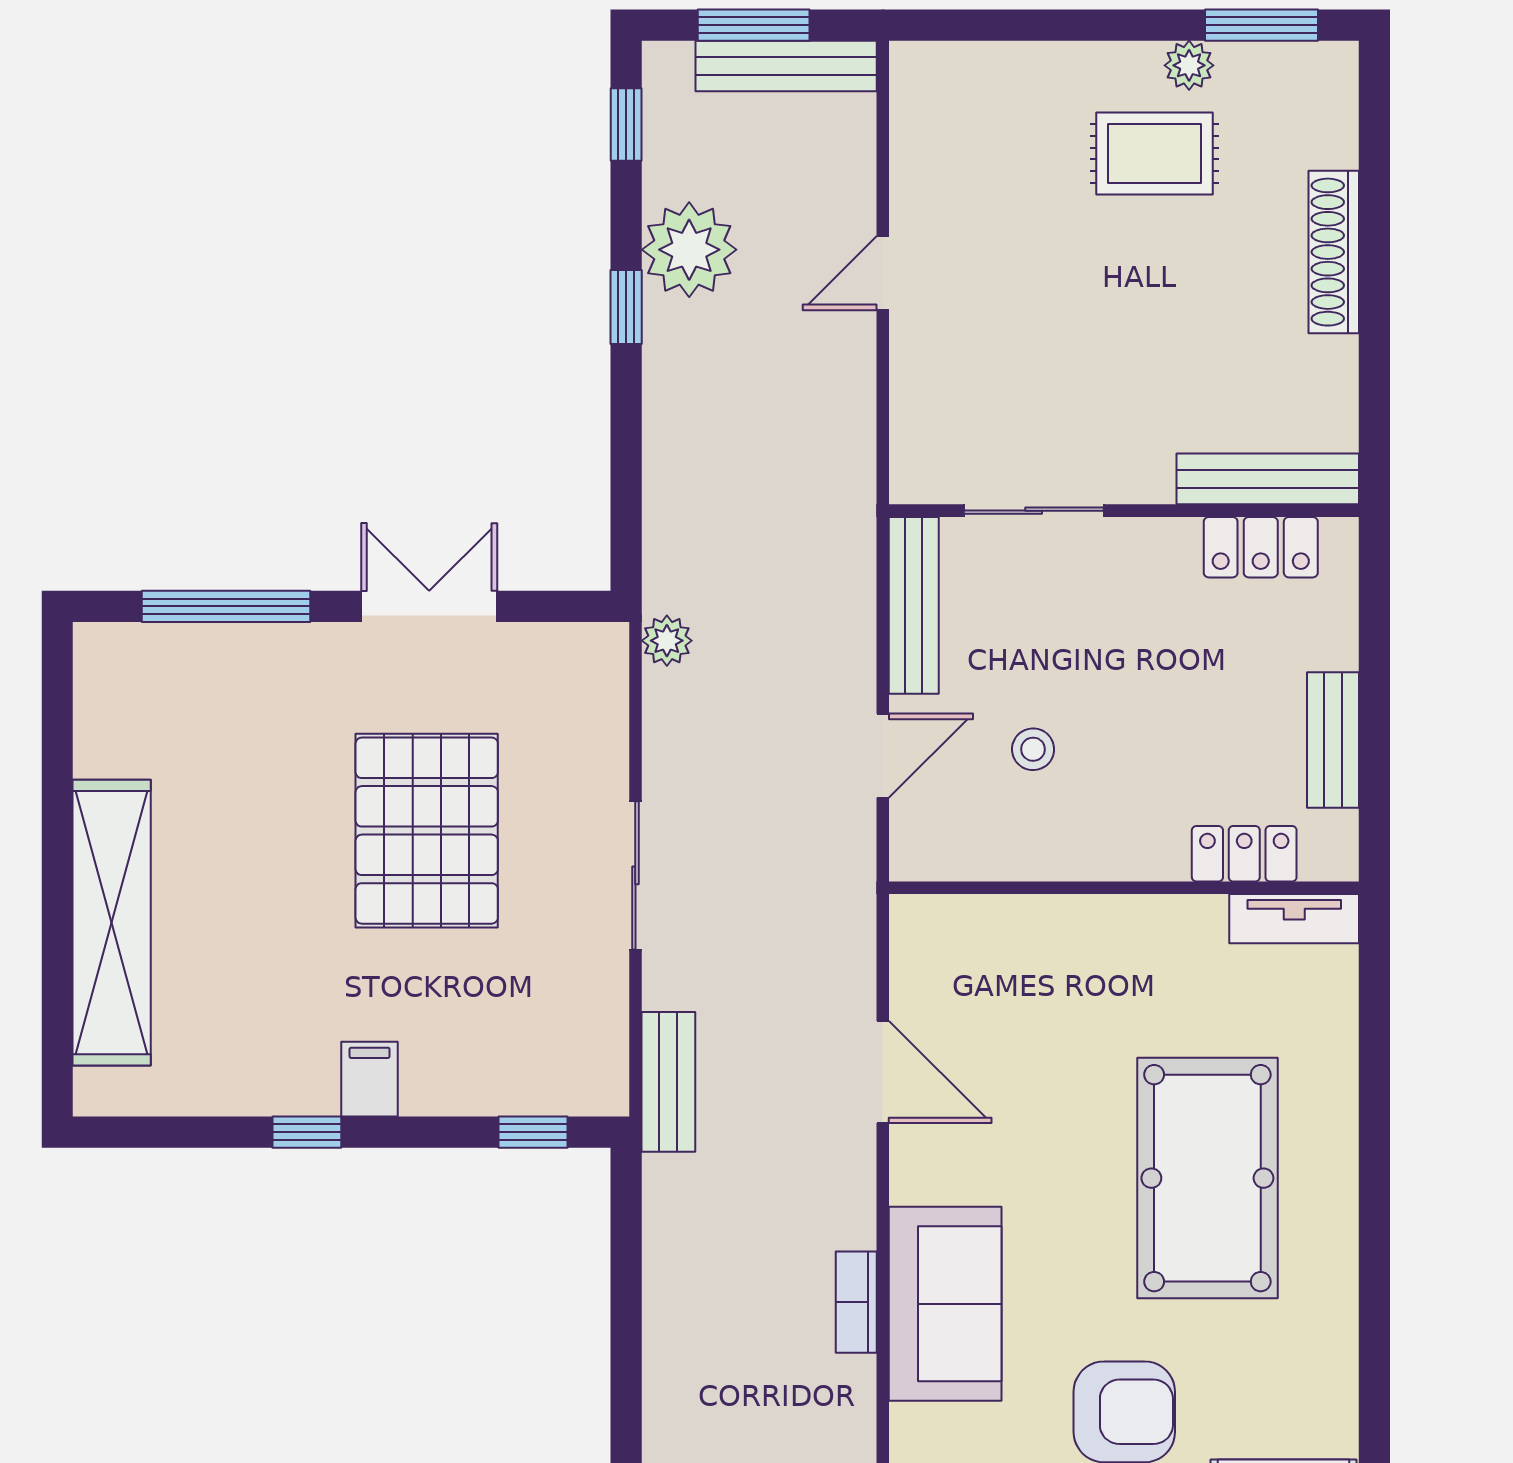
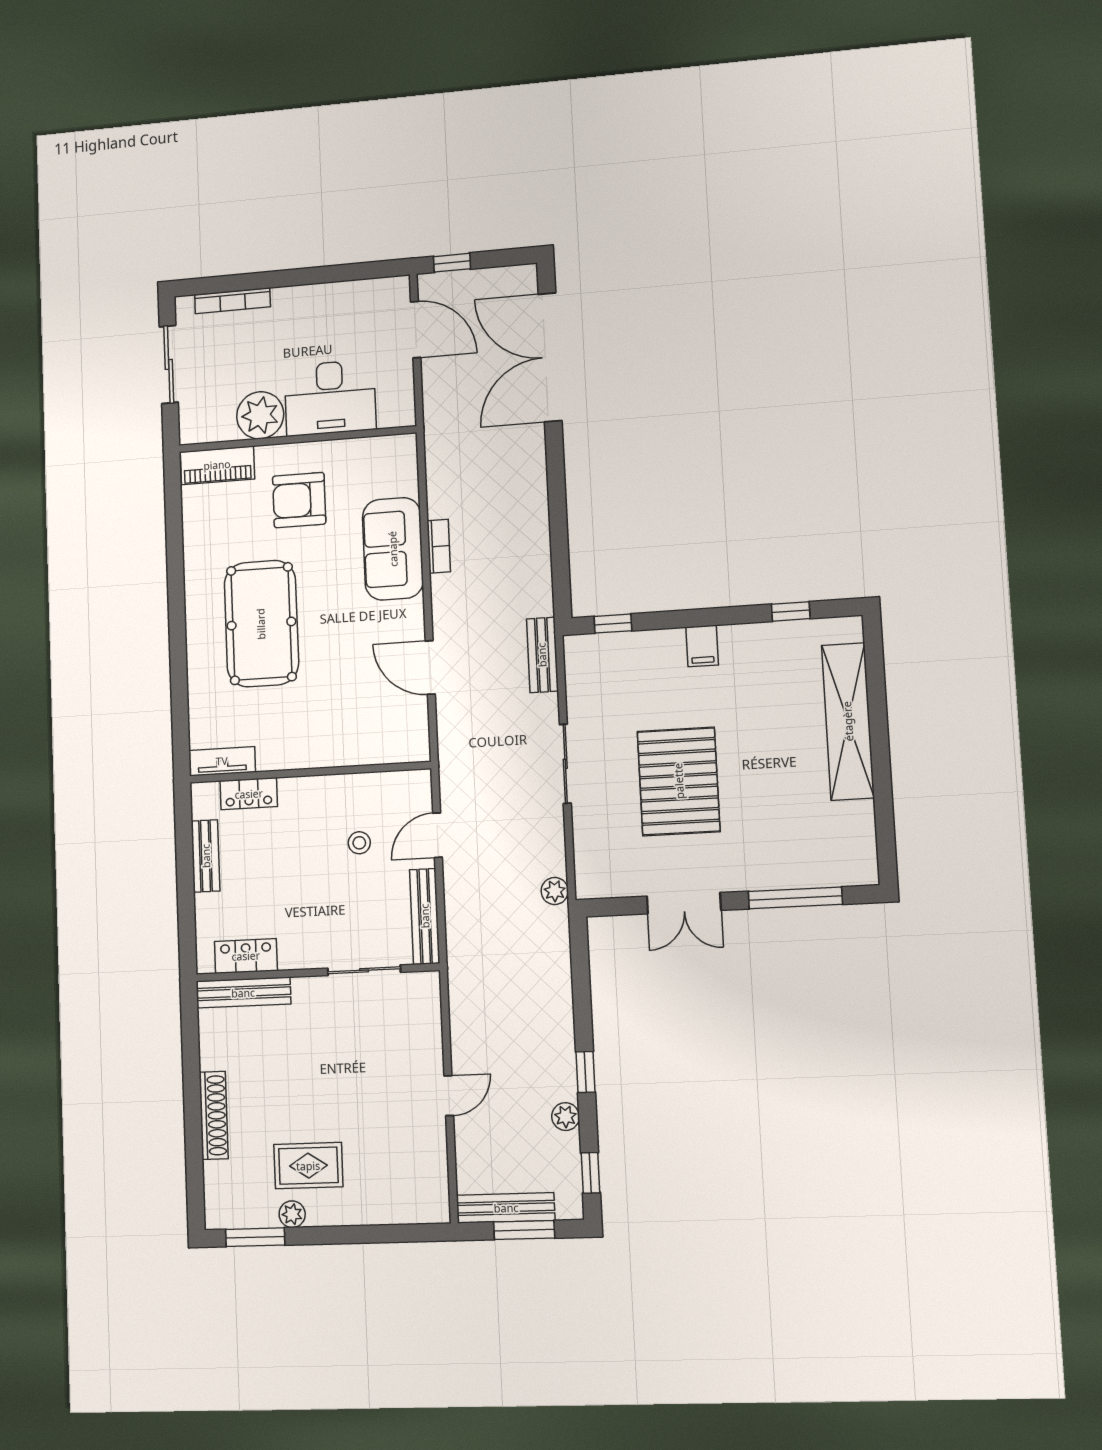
plant: (689, 250) -> (566, 1117), width x0.53, depth x0.53
window: (307, 1132) -> (791, 611), moved

